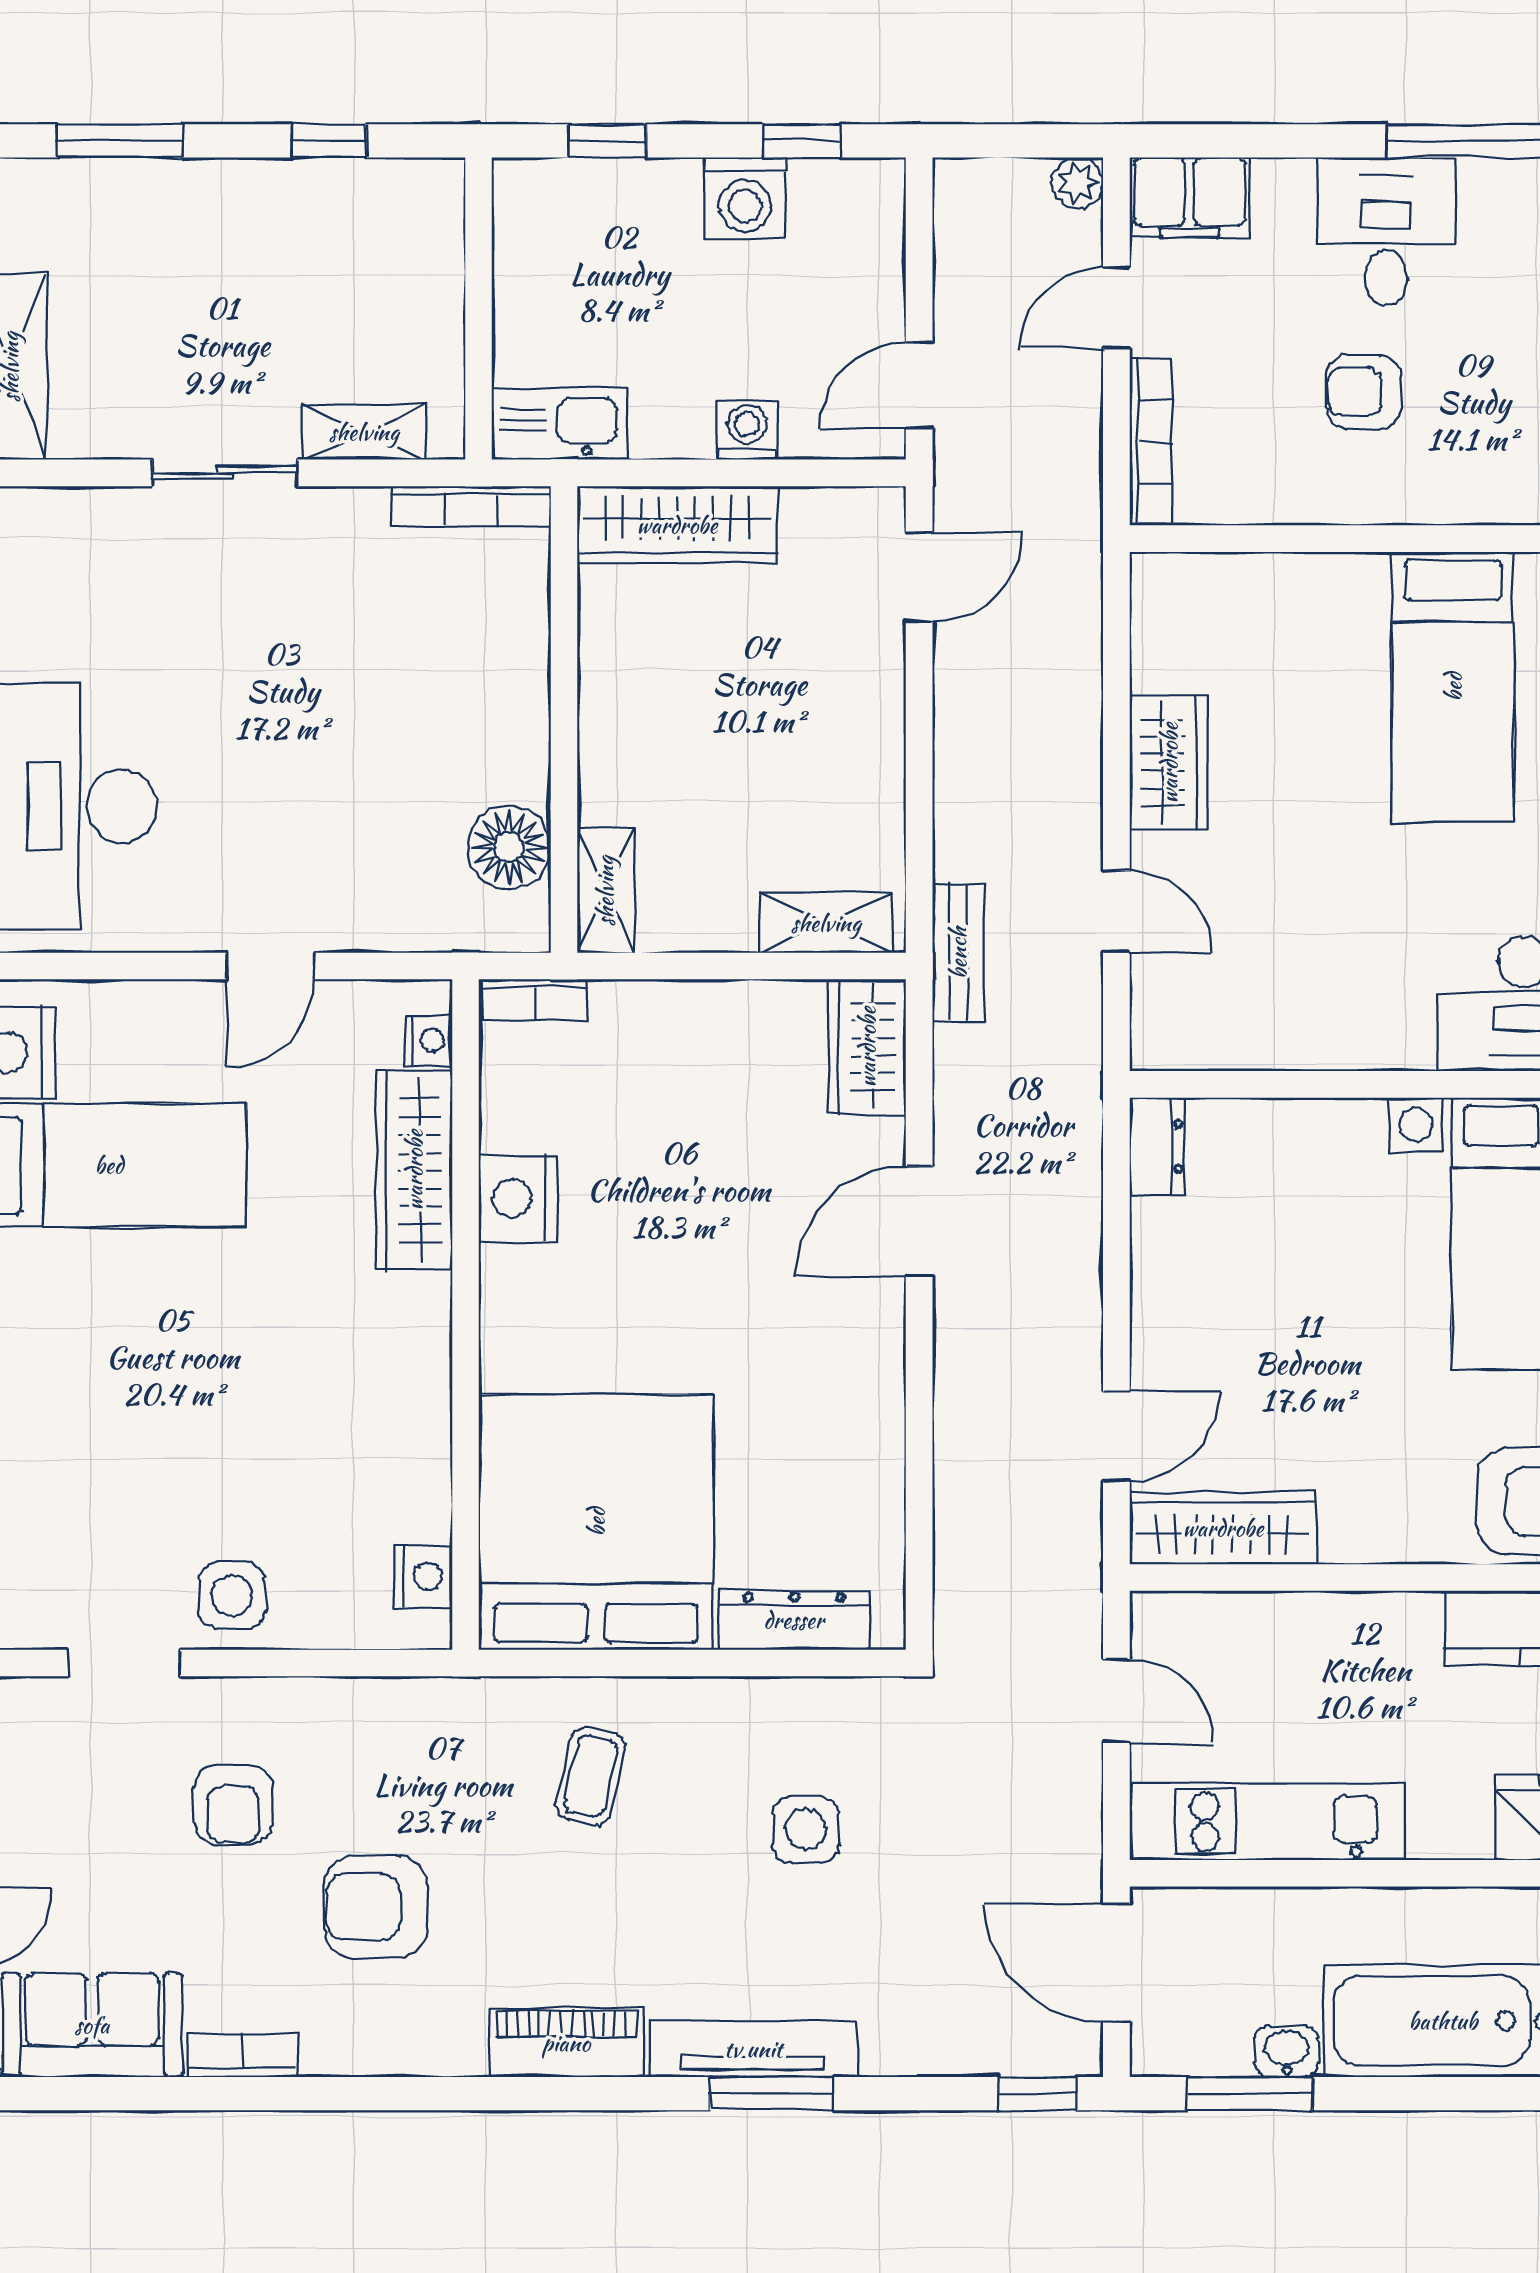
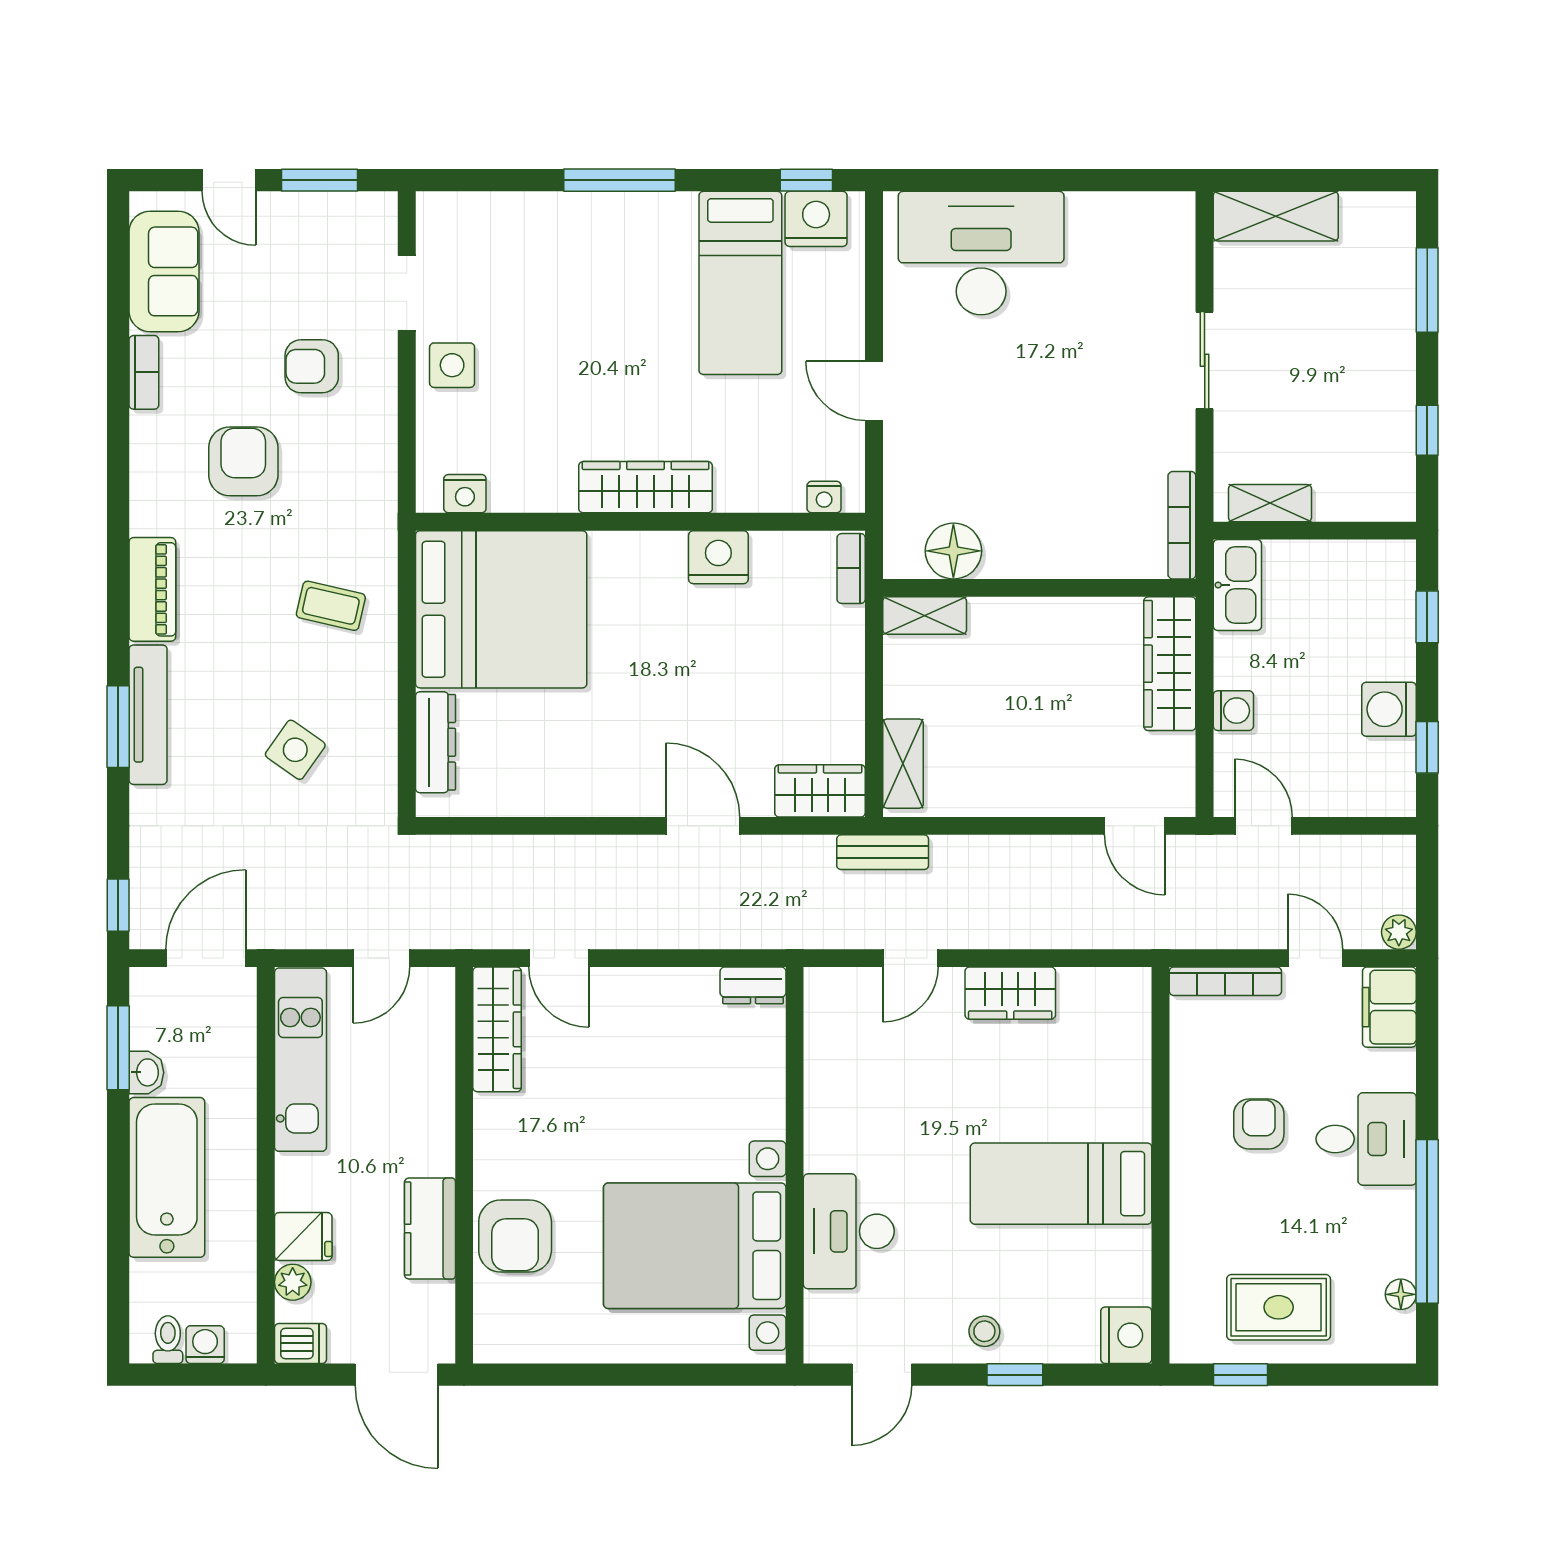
shelving: (364, 432) -> (1270, 503), moved, turned 90
wardrobe: (414, 1170) -> (646, 487), moved
side table: (806, 1829) -> (295, 750), turned 35

